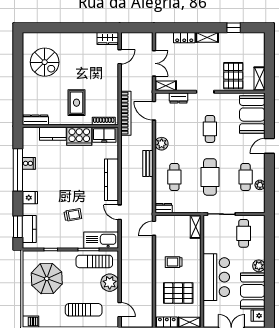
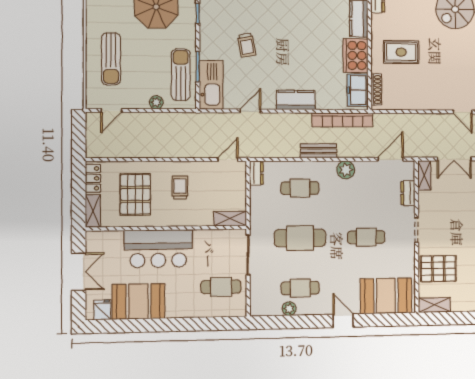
bookcase: (126, 113) -> (342, 120), moved
kitchen counter: (112, 180) -> (296, 100), width x0.67
door: (154, 228) -> (228, 159), hinge flipped
plant: (259, 266) -> (175, 309), removed
plant: (110, 283) -> (156, 102), width x0.53, depth x0.53

